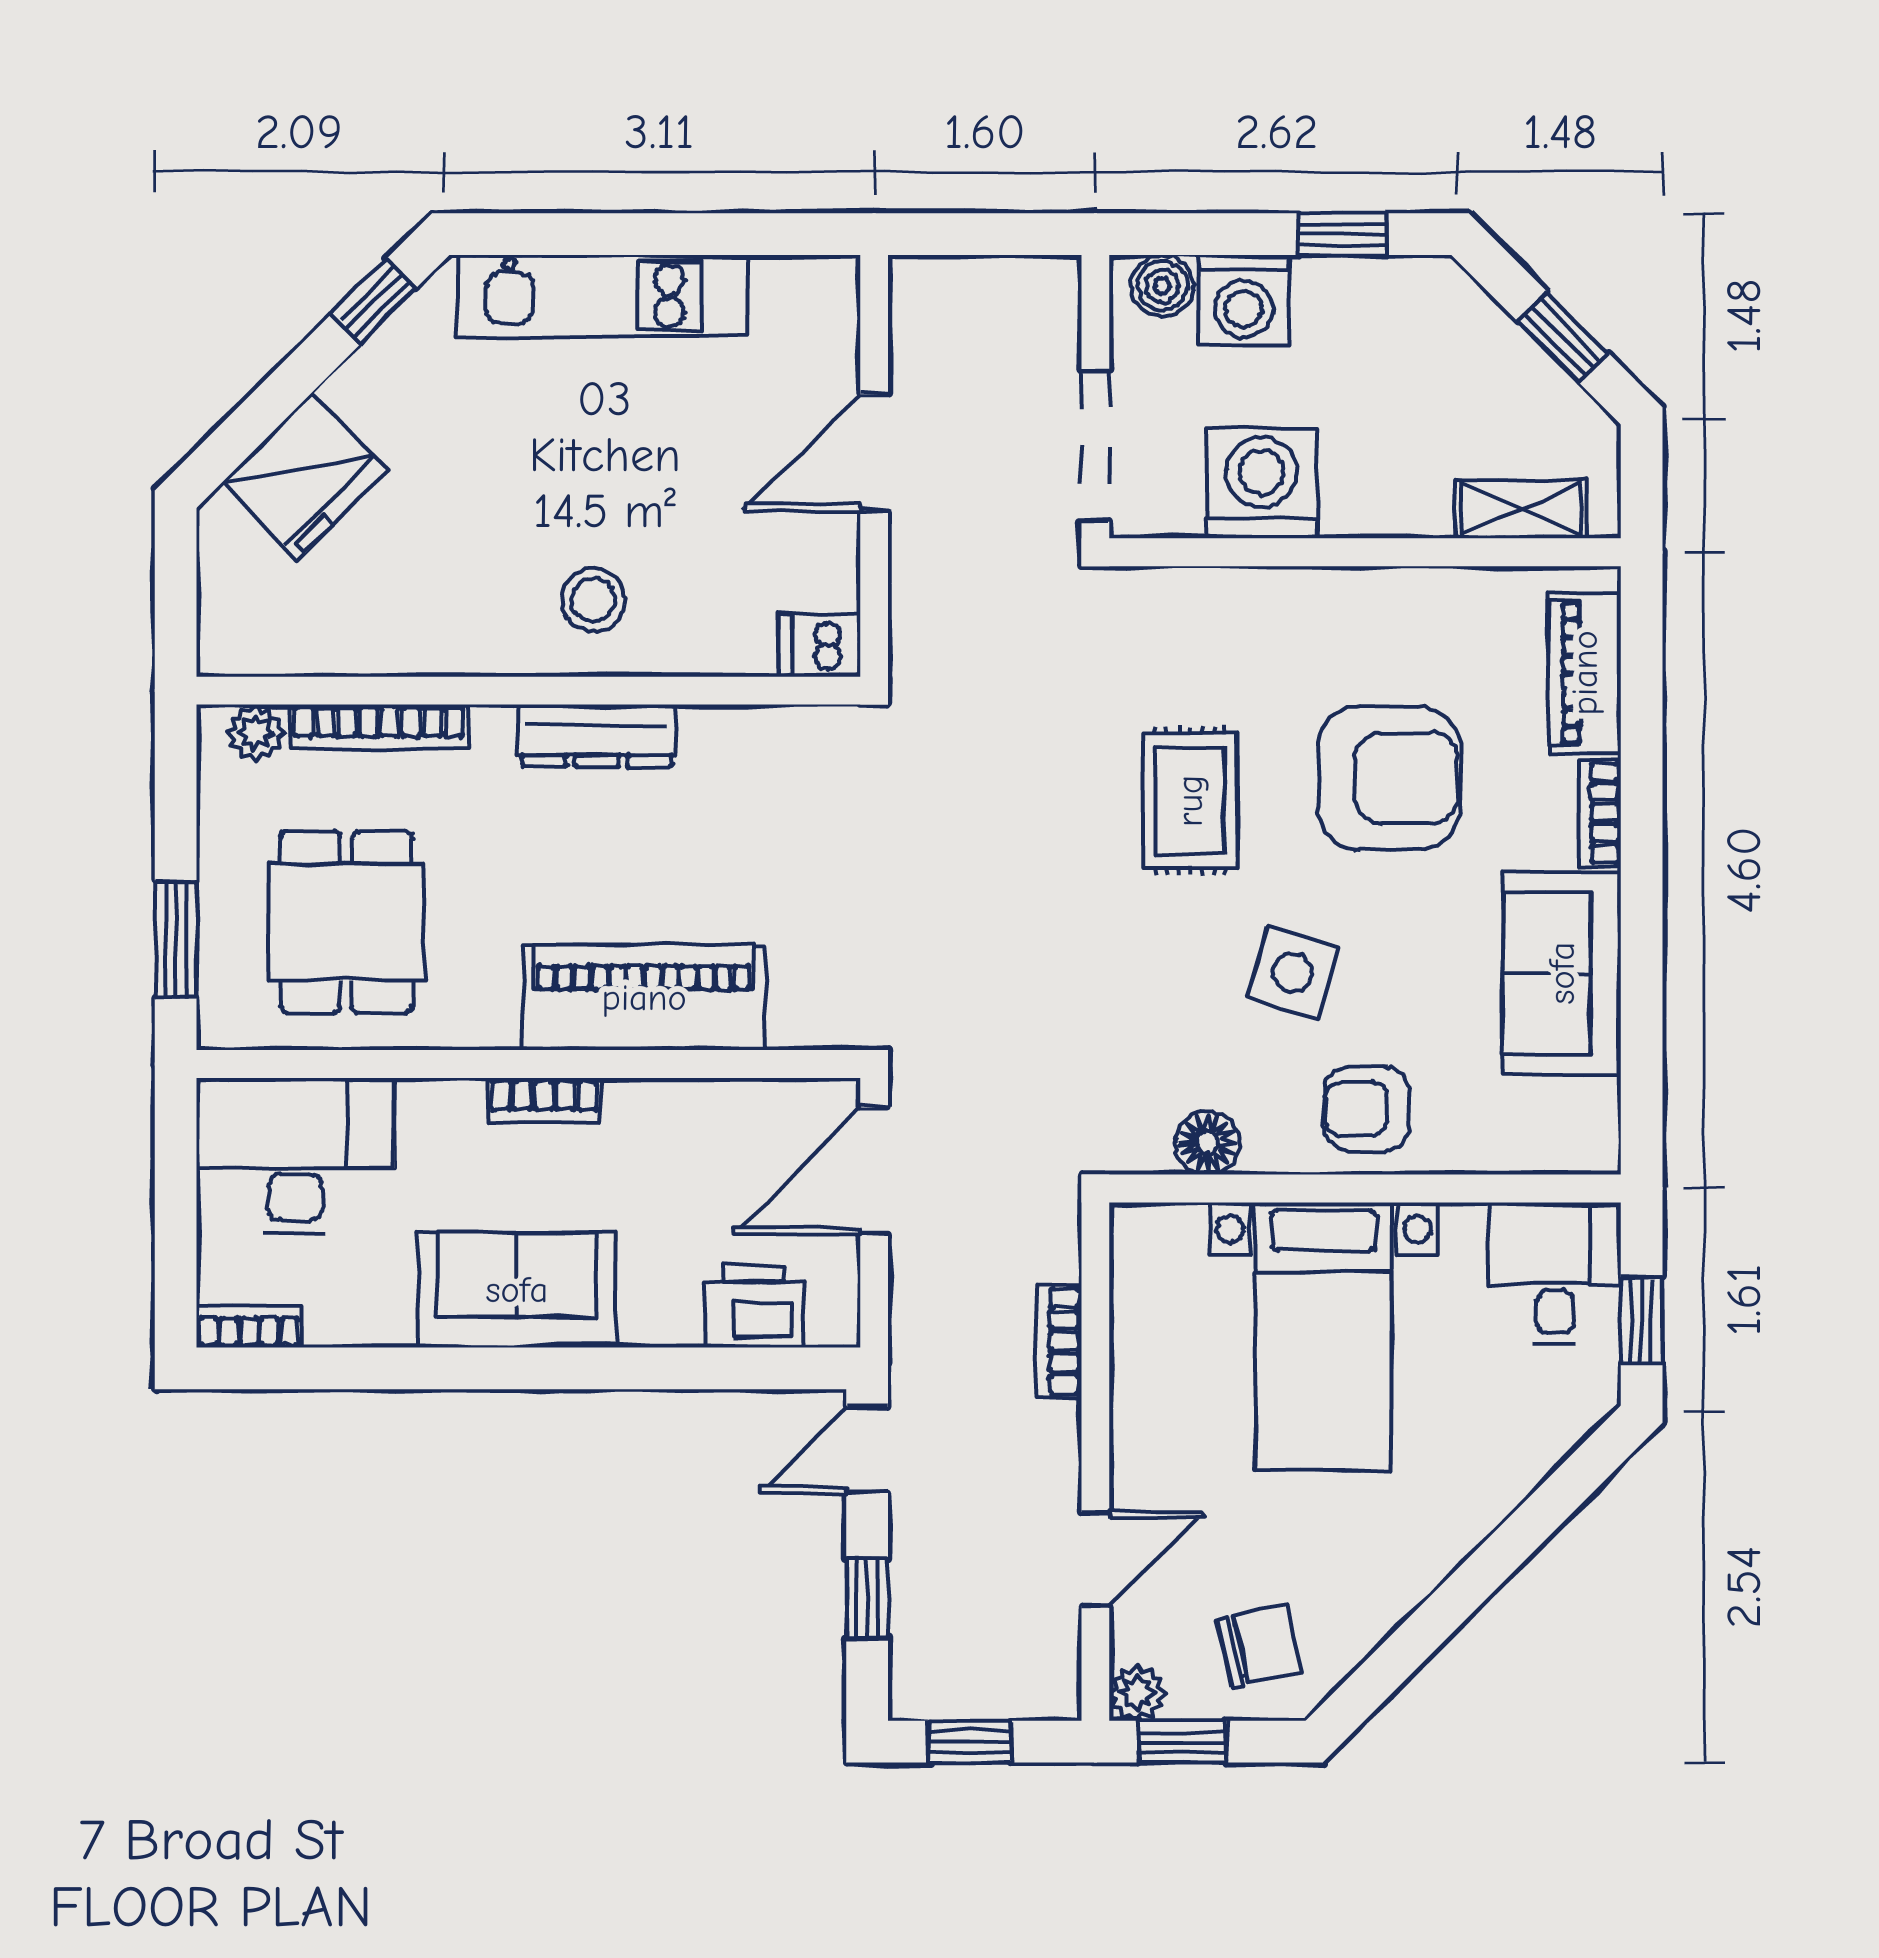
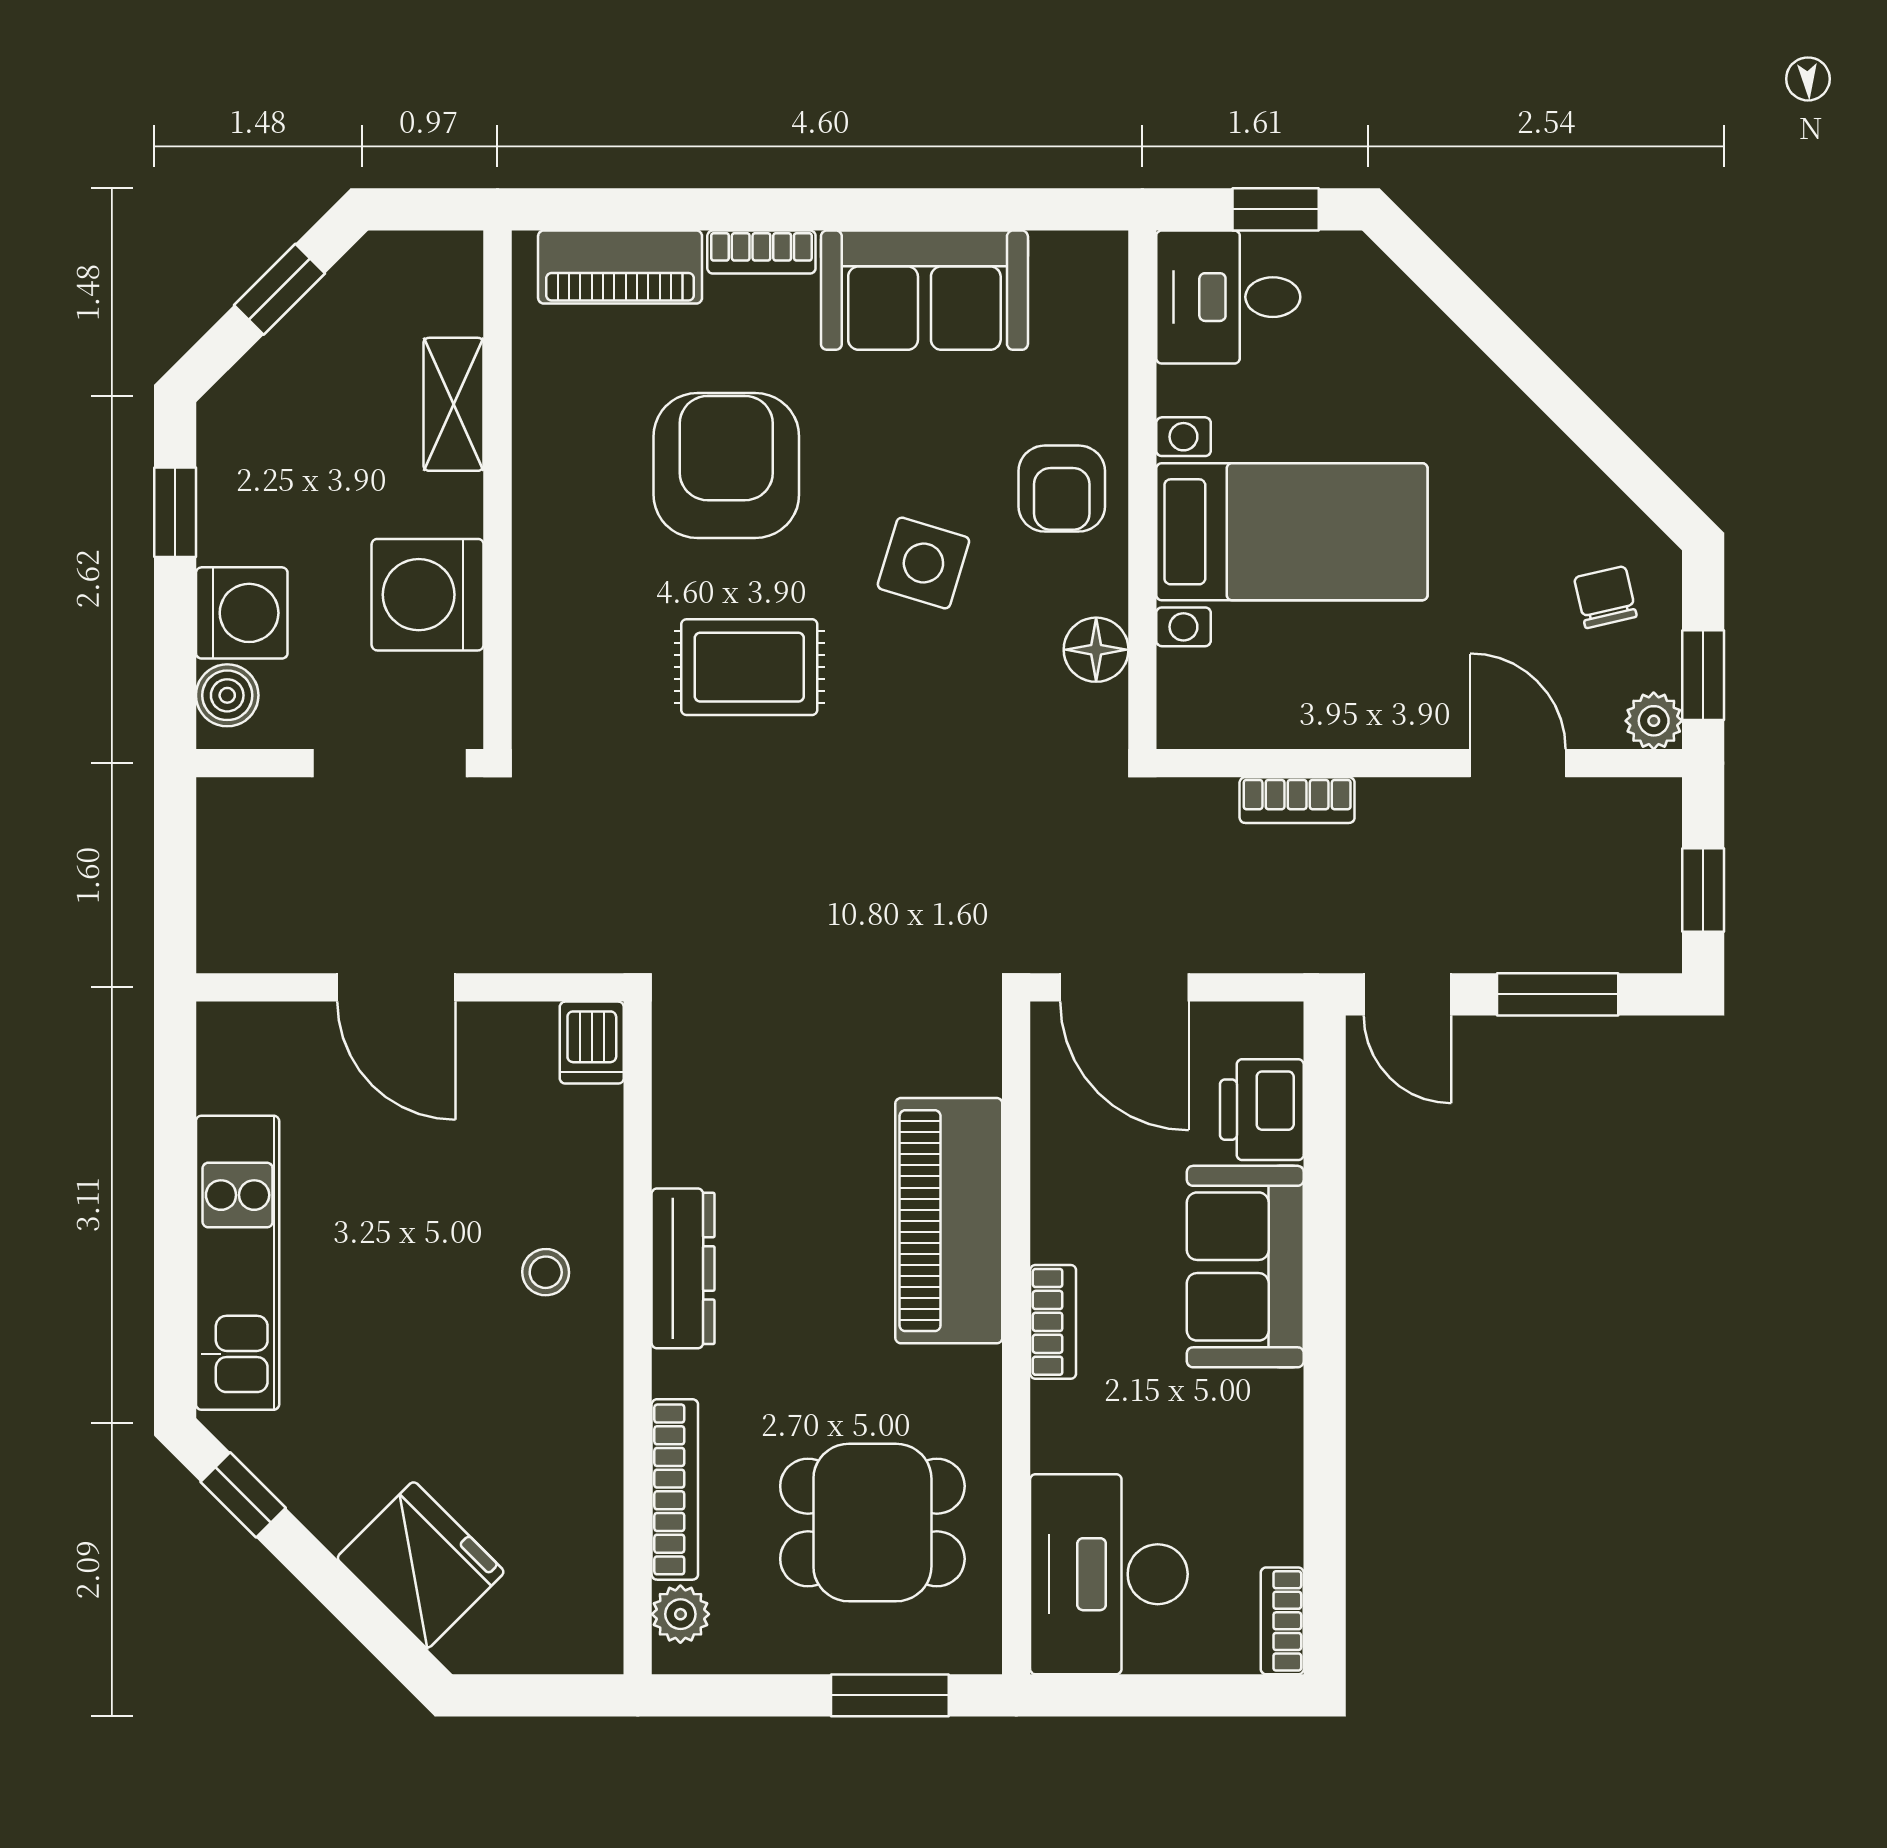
shelving: (1521, 509) -> (454, 404), moved
stool: (593, 600) -> (546, 1272), width x0.73, depth x0.73
sofa: (517, 1290) -> (1245, 1267), moved
window: (867, 1598) -> (1558, 994), width x1.50
chair: (1259, 1645) -> (1605, 597), width x0.73, depth x0.73

